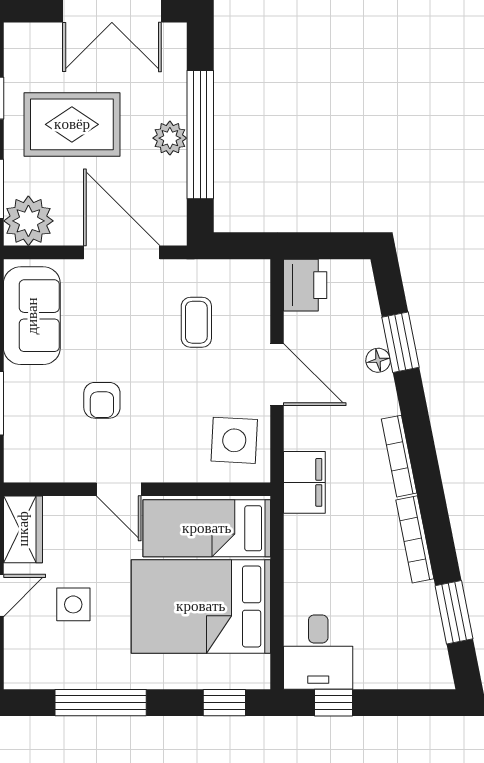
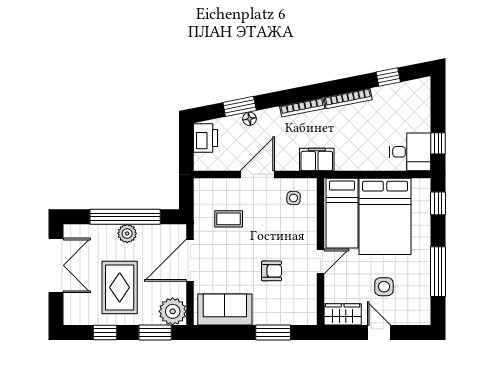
printer: (305, 285) -> (206, 138), moved, turned 90
side table: (234, 440) -> (294, 198), width x0.54, depth x0.54
window: (454, 612) -> (388, 77), width x0.67

